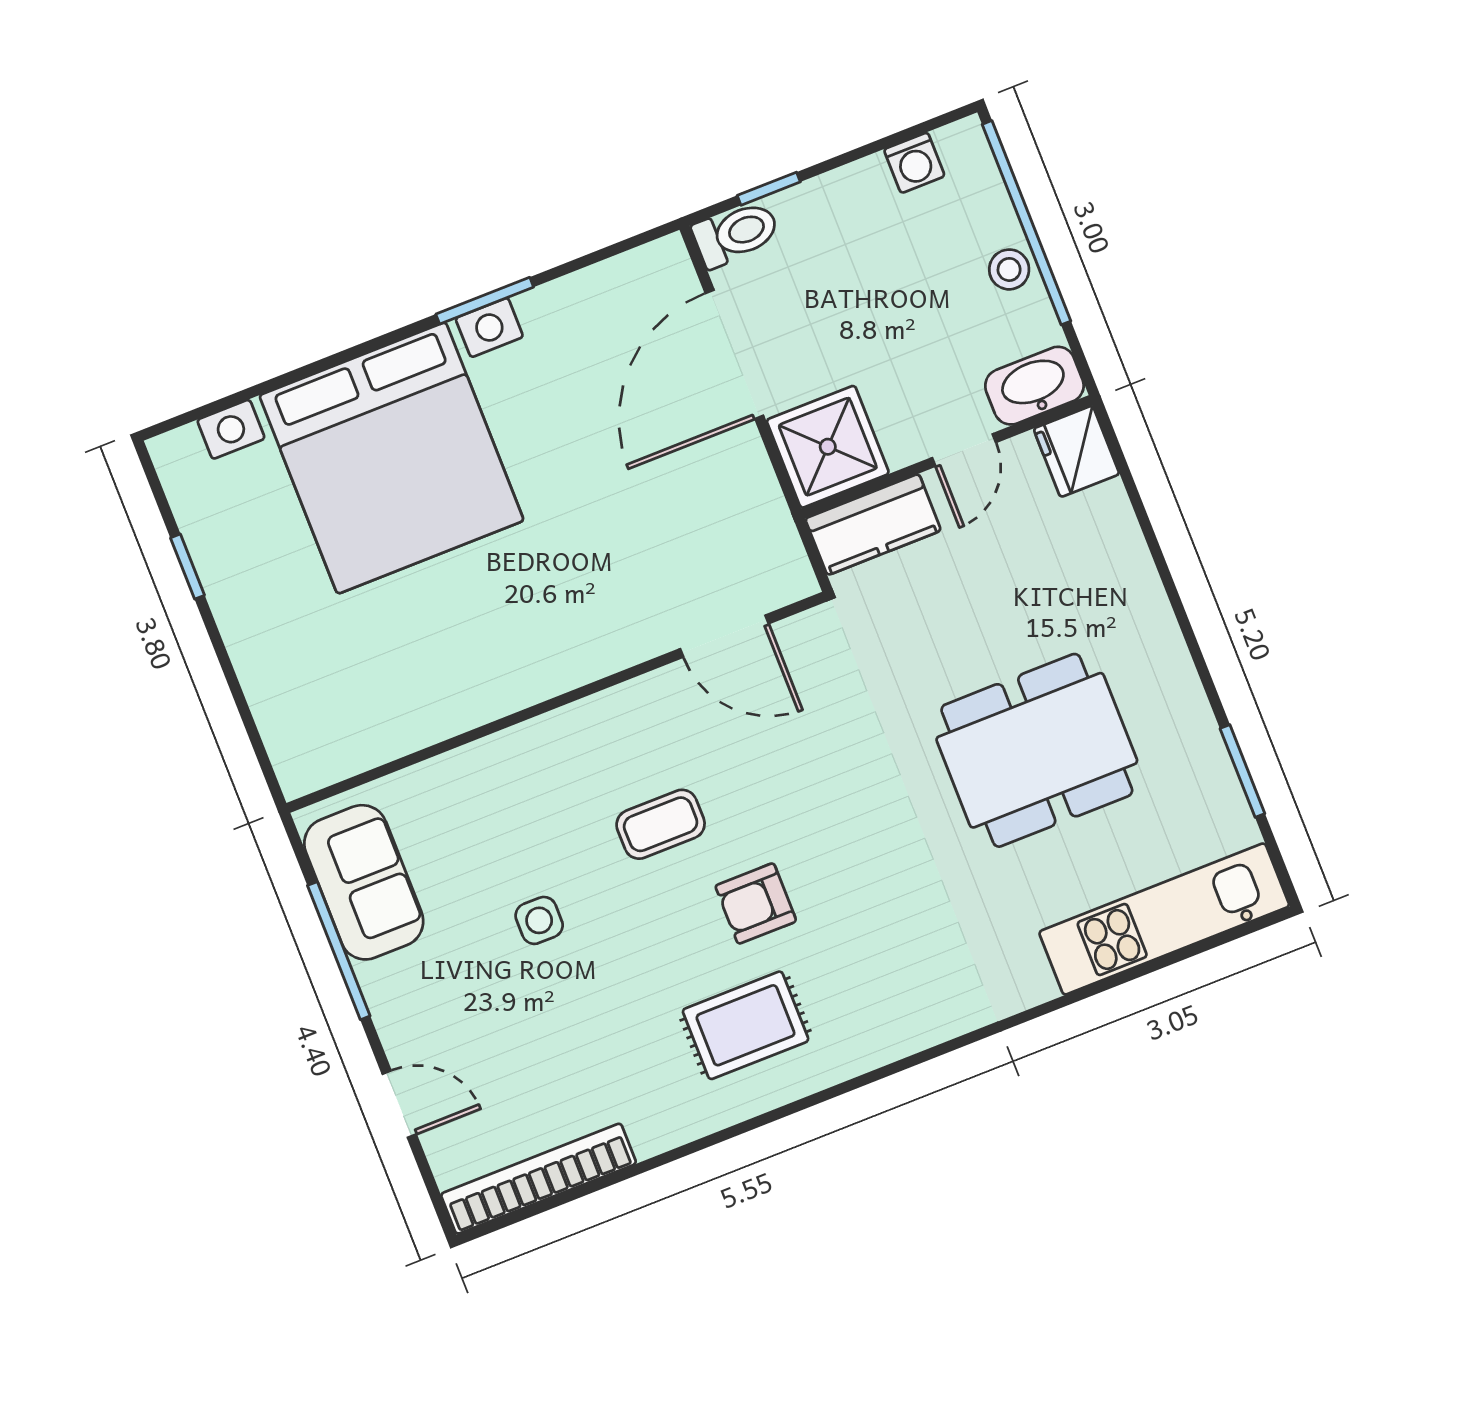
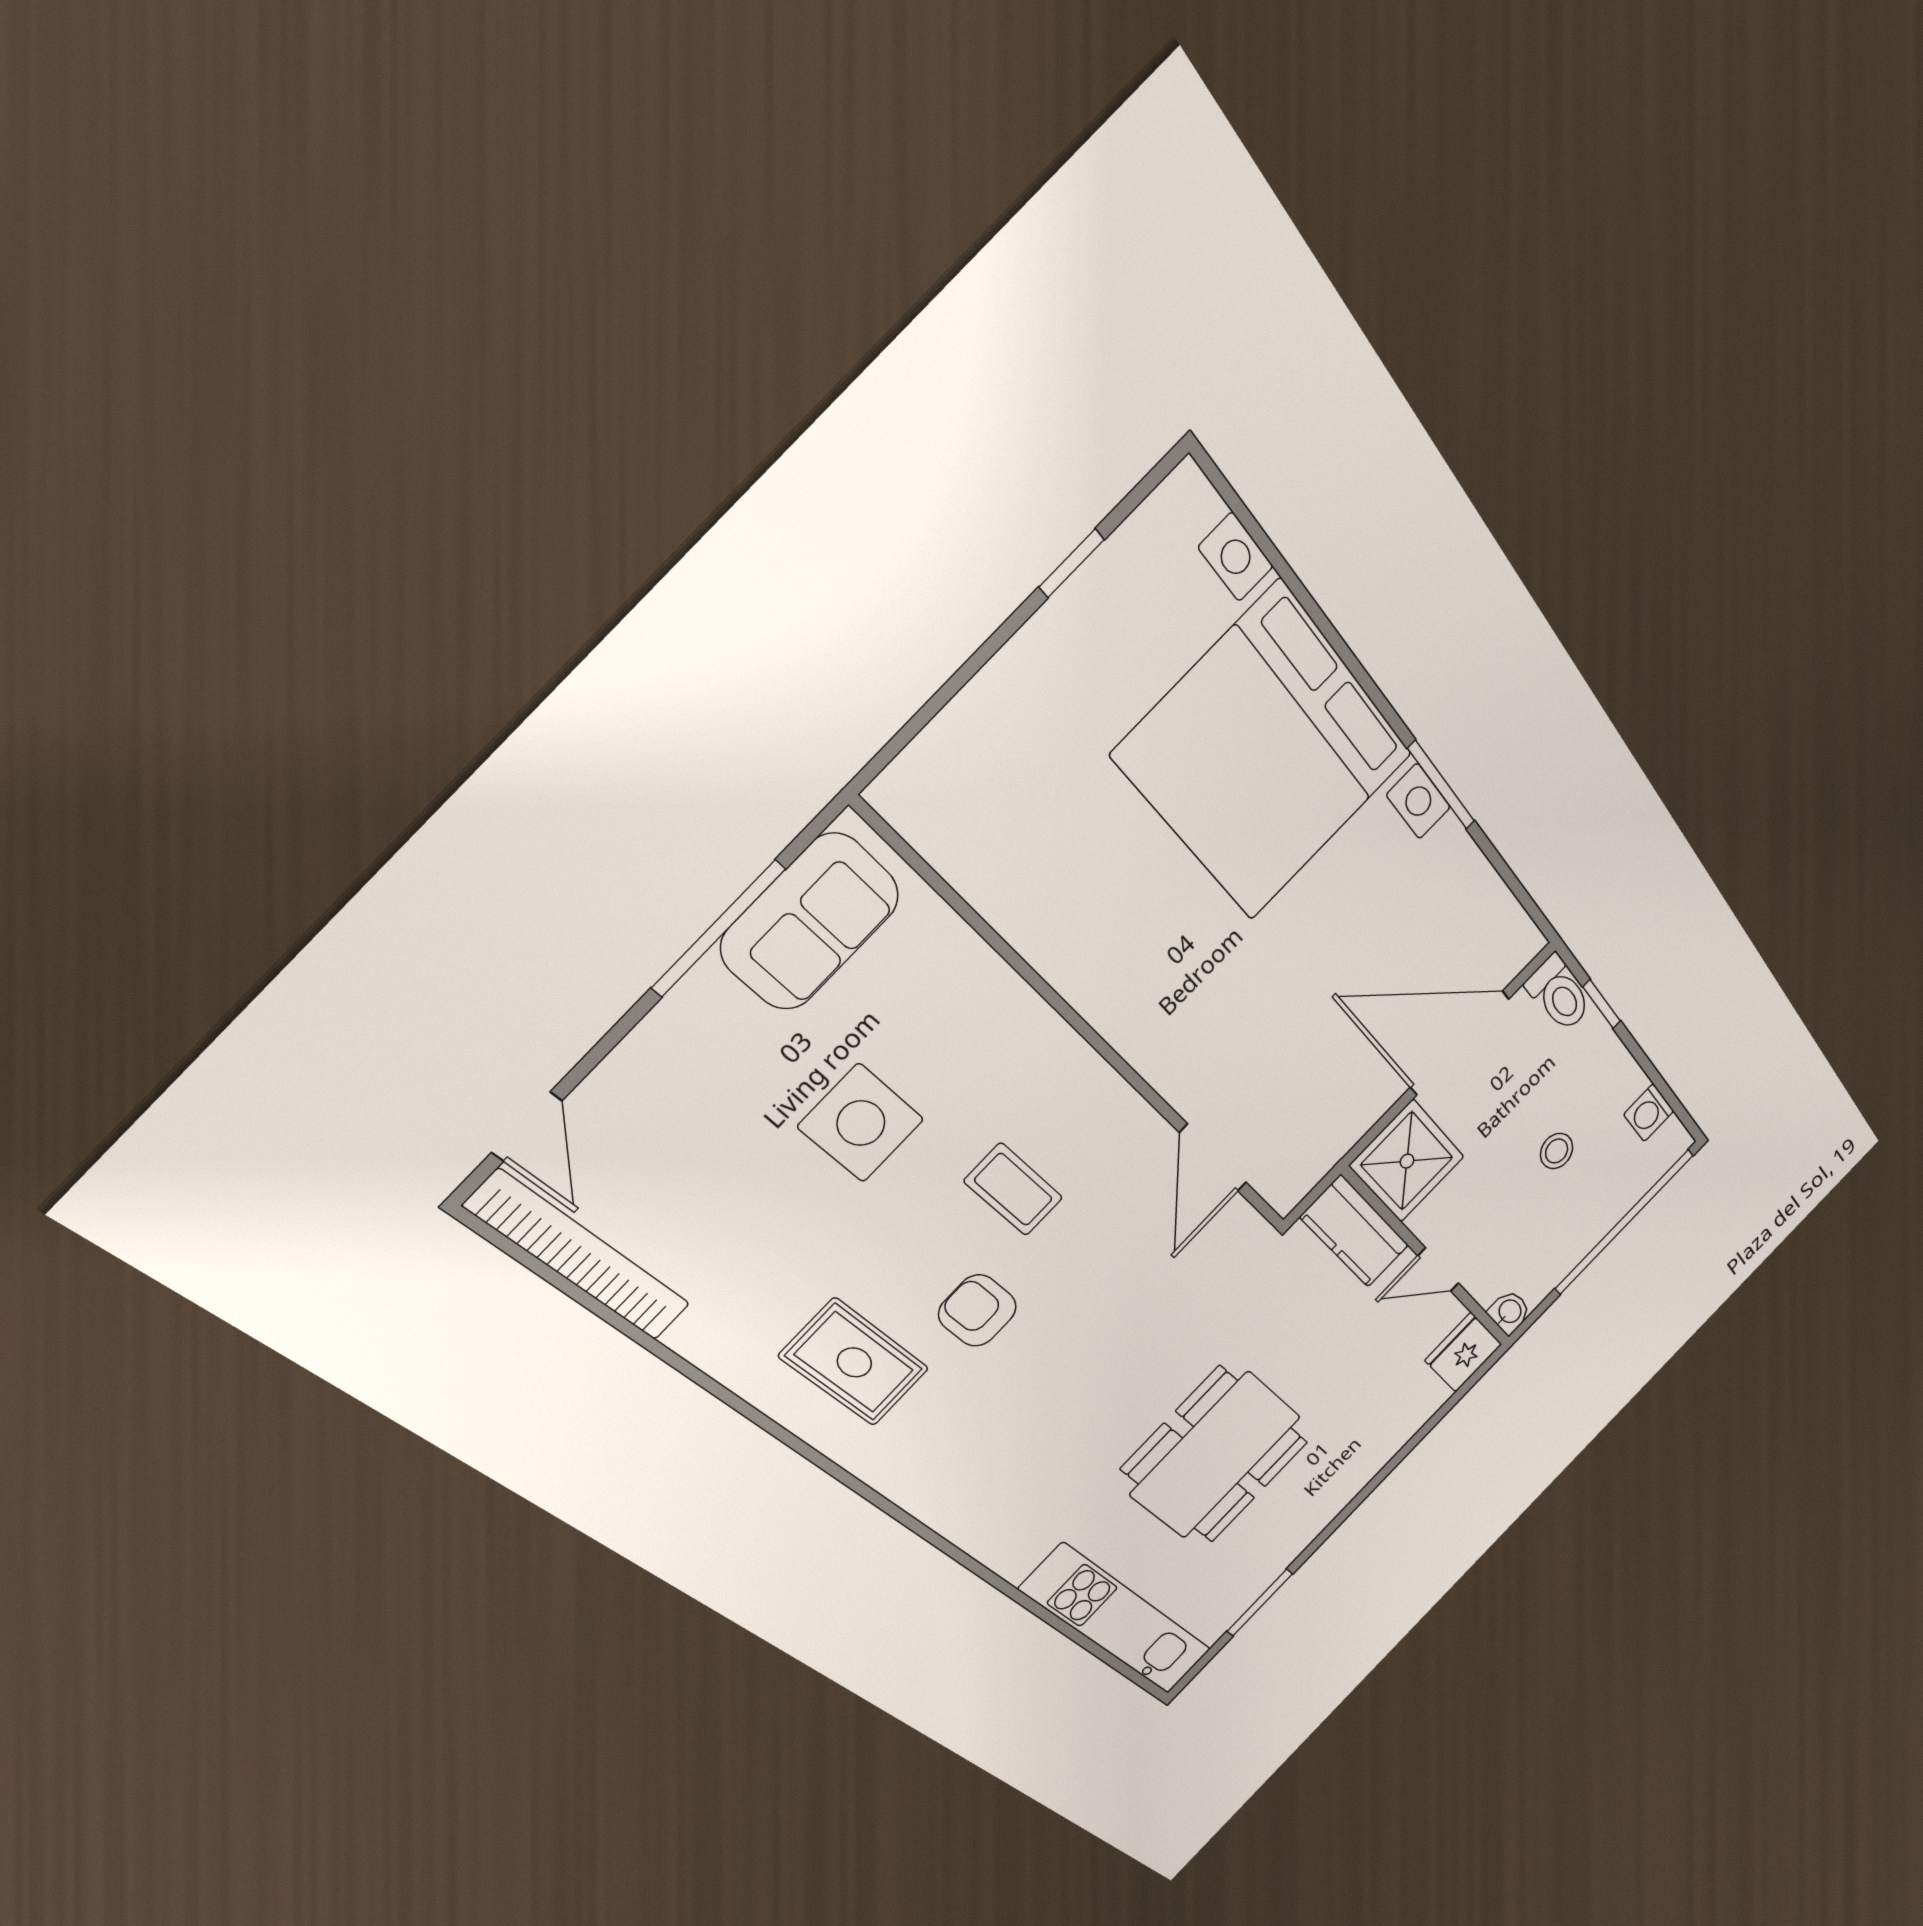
stool: (1009, 269) -> (1557, 1151), moved
washbasin: (1034, 386) -> (1509, 1312), width x0.52, depth x0.69
dining table: (1037, 750) -> (1216, 1455), turned 90
side table: (539, 920) -> (861, 1123), width x1.87, depth x1.87
door: (399, 1104) -> (527, 1127), moved

